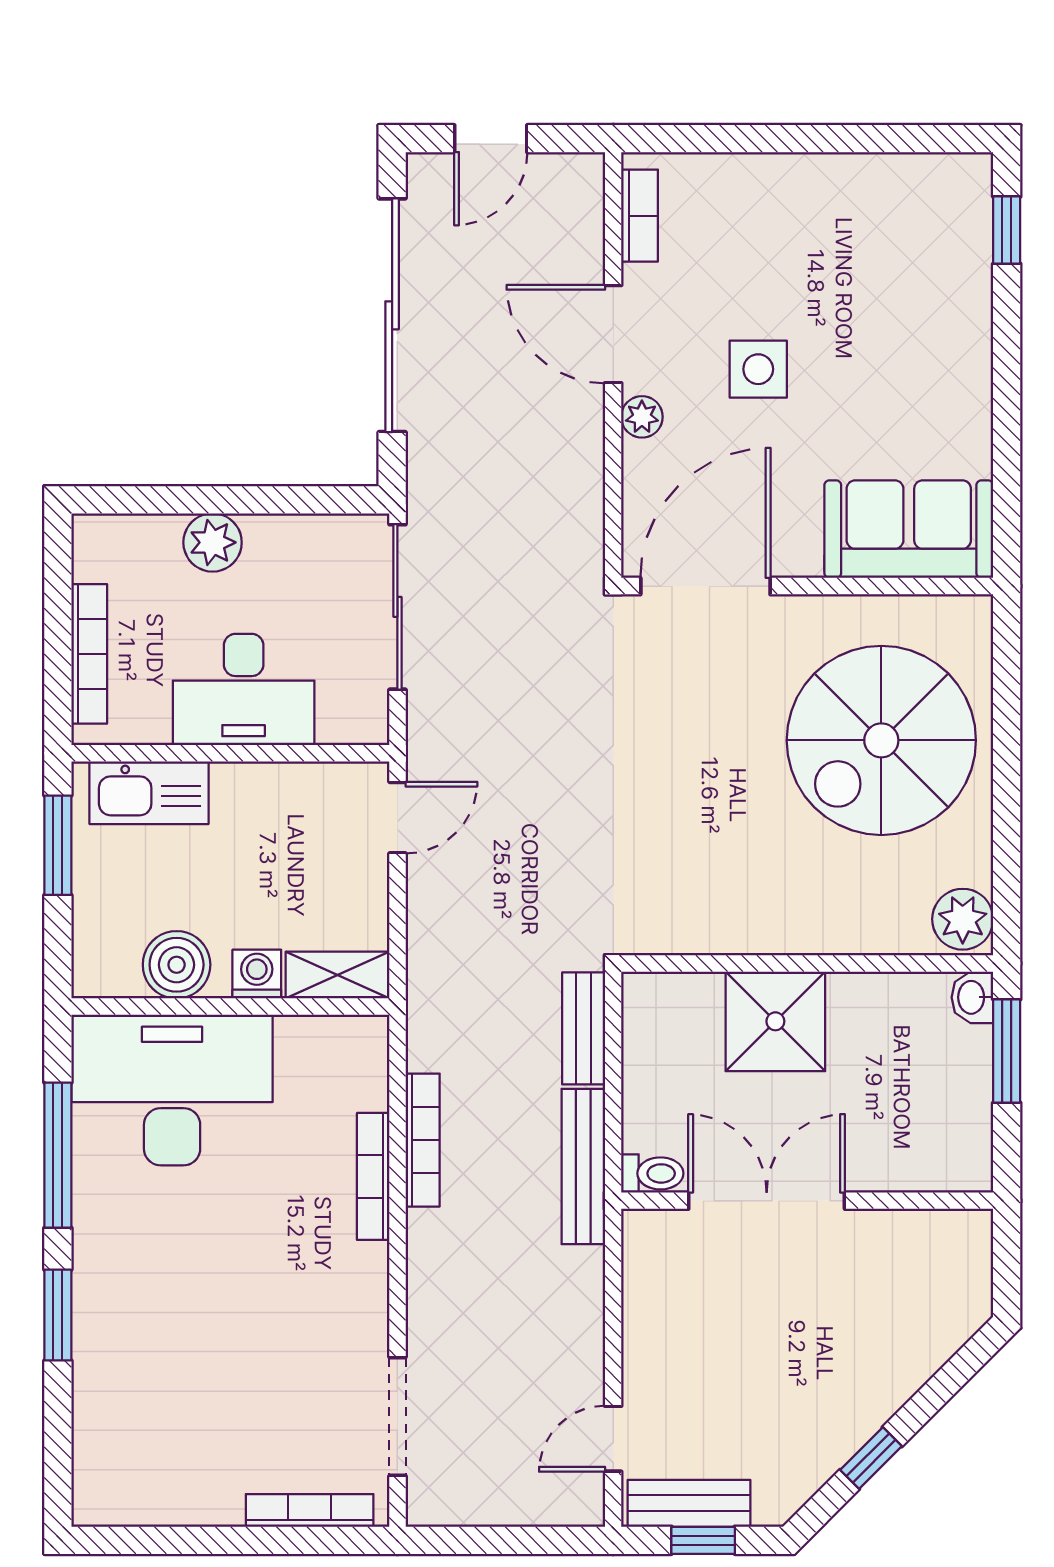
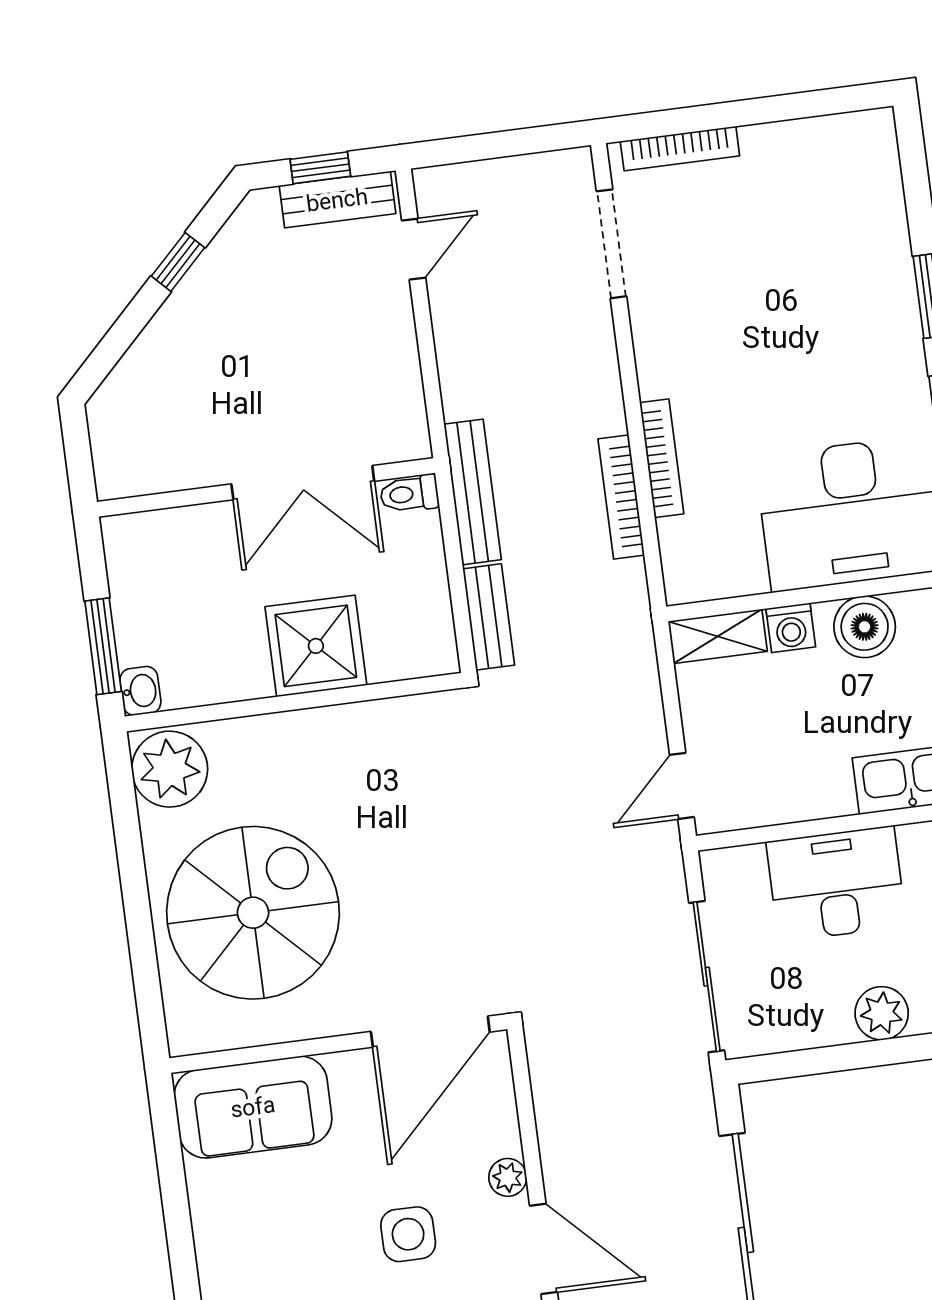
plant: (963, 919) -> (170, 769), width x1.36, depth x1.36

